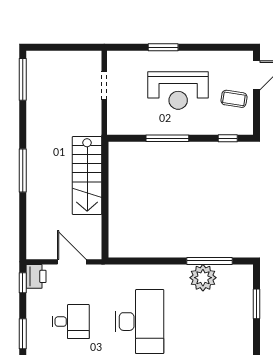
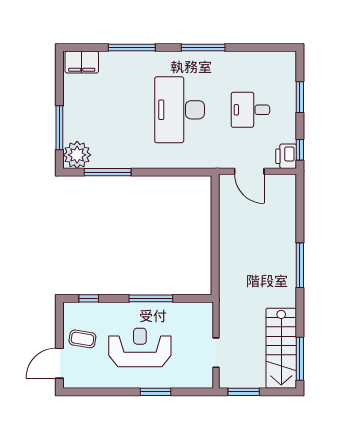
window: (77, 47) -> (244, 392), added
stairs: (87, 176) -> (281, 348), moved, turned 180
plant: (203, 278) -> (77, 155), moved
window: (256, 304) -> (59, 128), width x1.44

